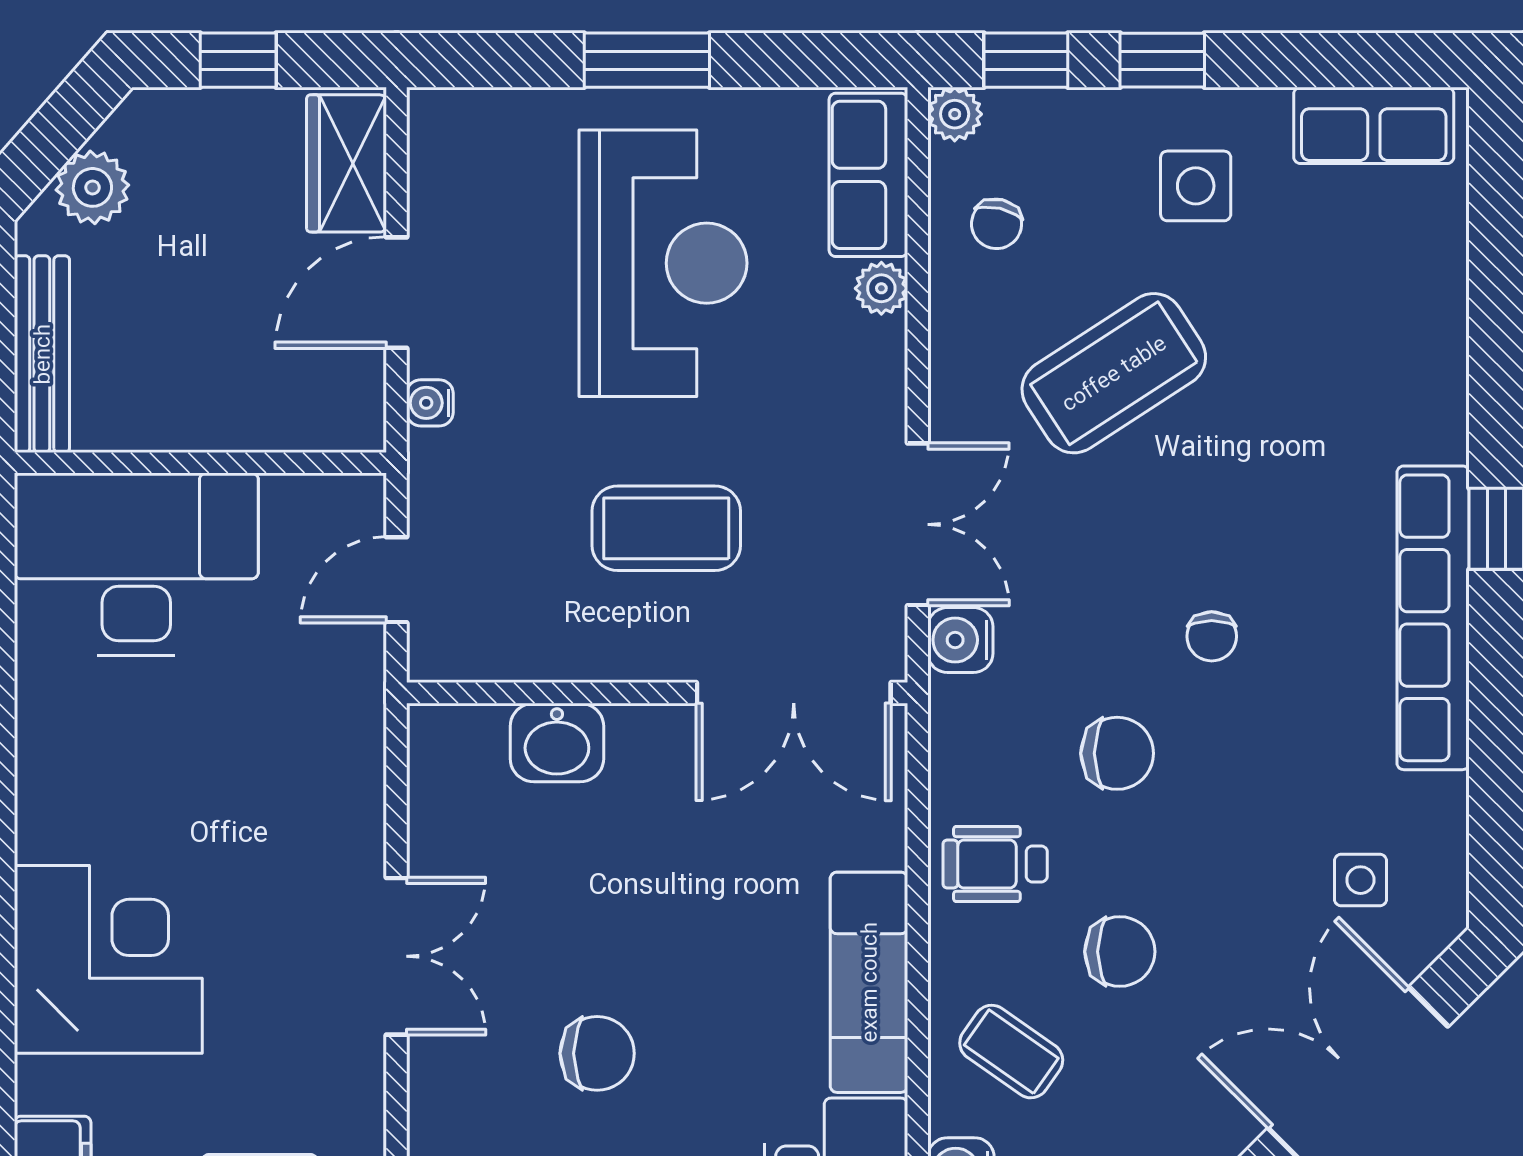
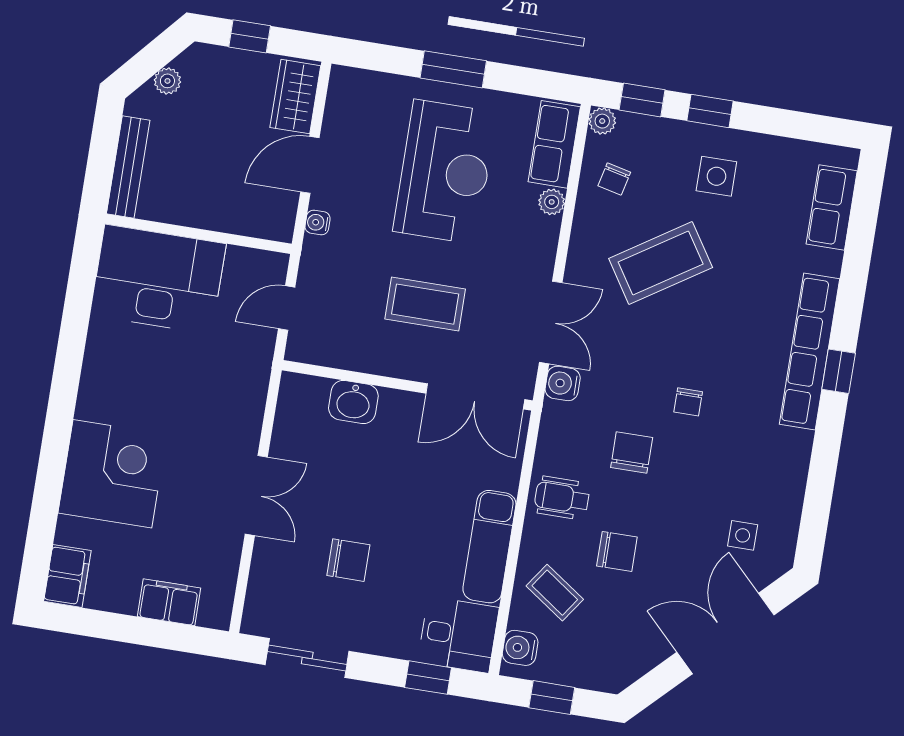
row of seats: (1374, 125) -> (832, 207), moved, turned 90
plant: (92, 187) -> (167, 81), width x0.73, depth x0.73
row of seats: (1433, 618) -> (809, 352), moved
chair: (1117, 753) -> (632, 453), turned -90

